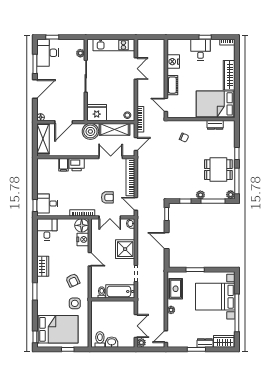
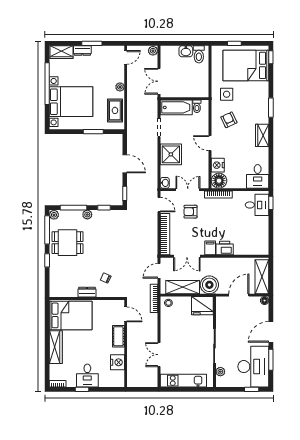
desk: (48, 53) -> (253, 367), width x1.36, depth x1.30
dresser: (215, 125) -> (87, 292), moved
filing cabinet: (64, 165) -> (210, 248), moved
double door: (136, 326) -> (159, 81), moved

